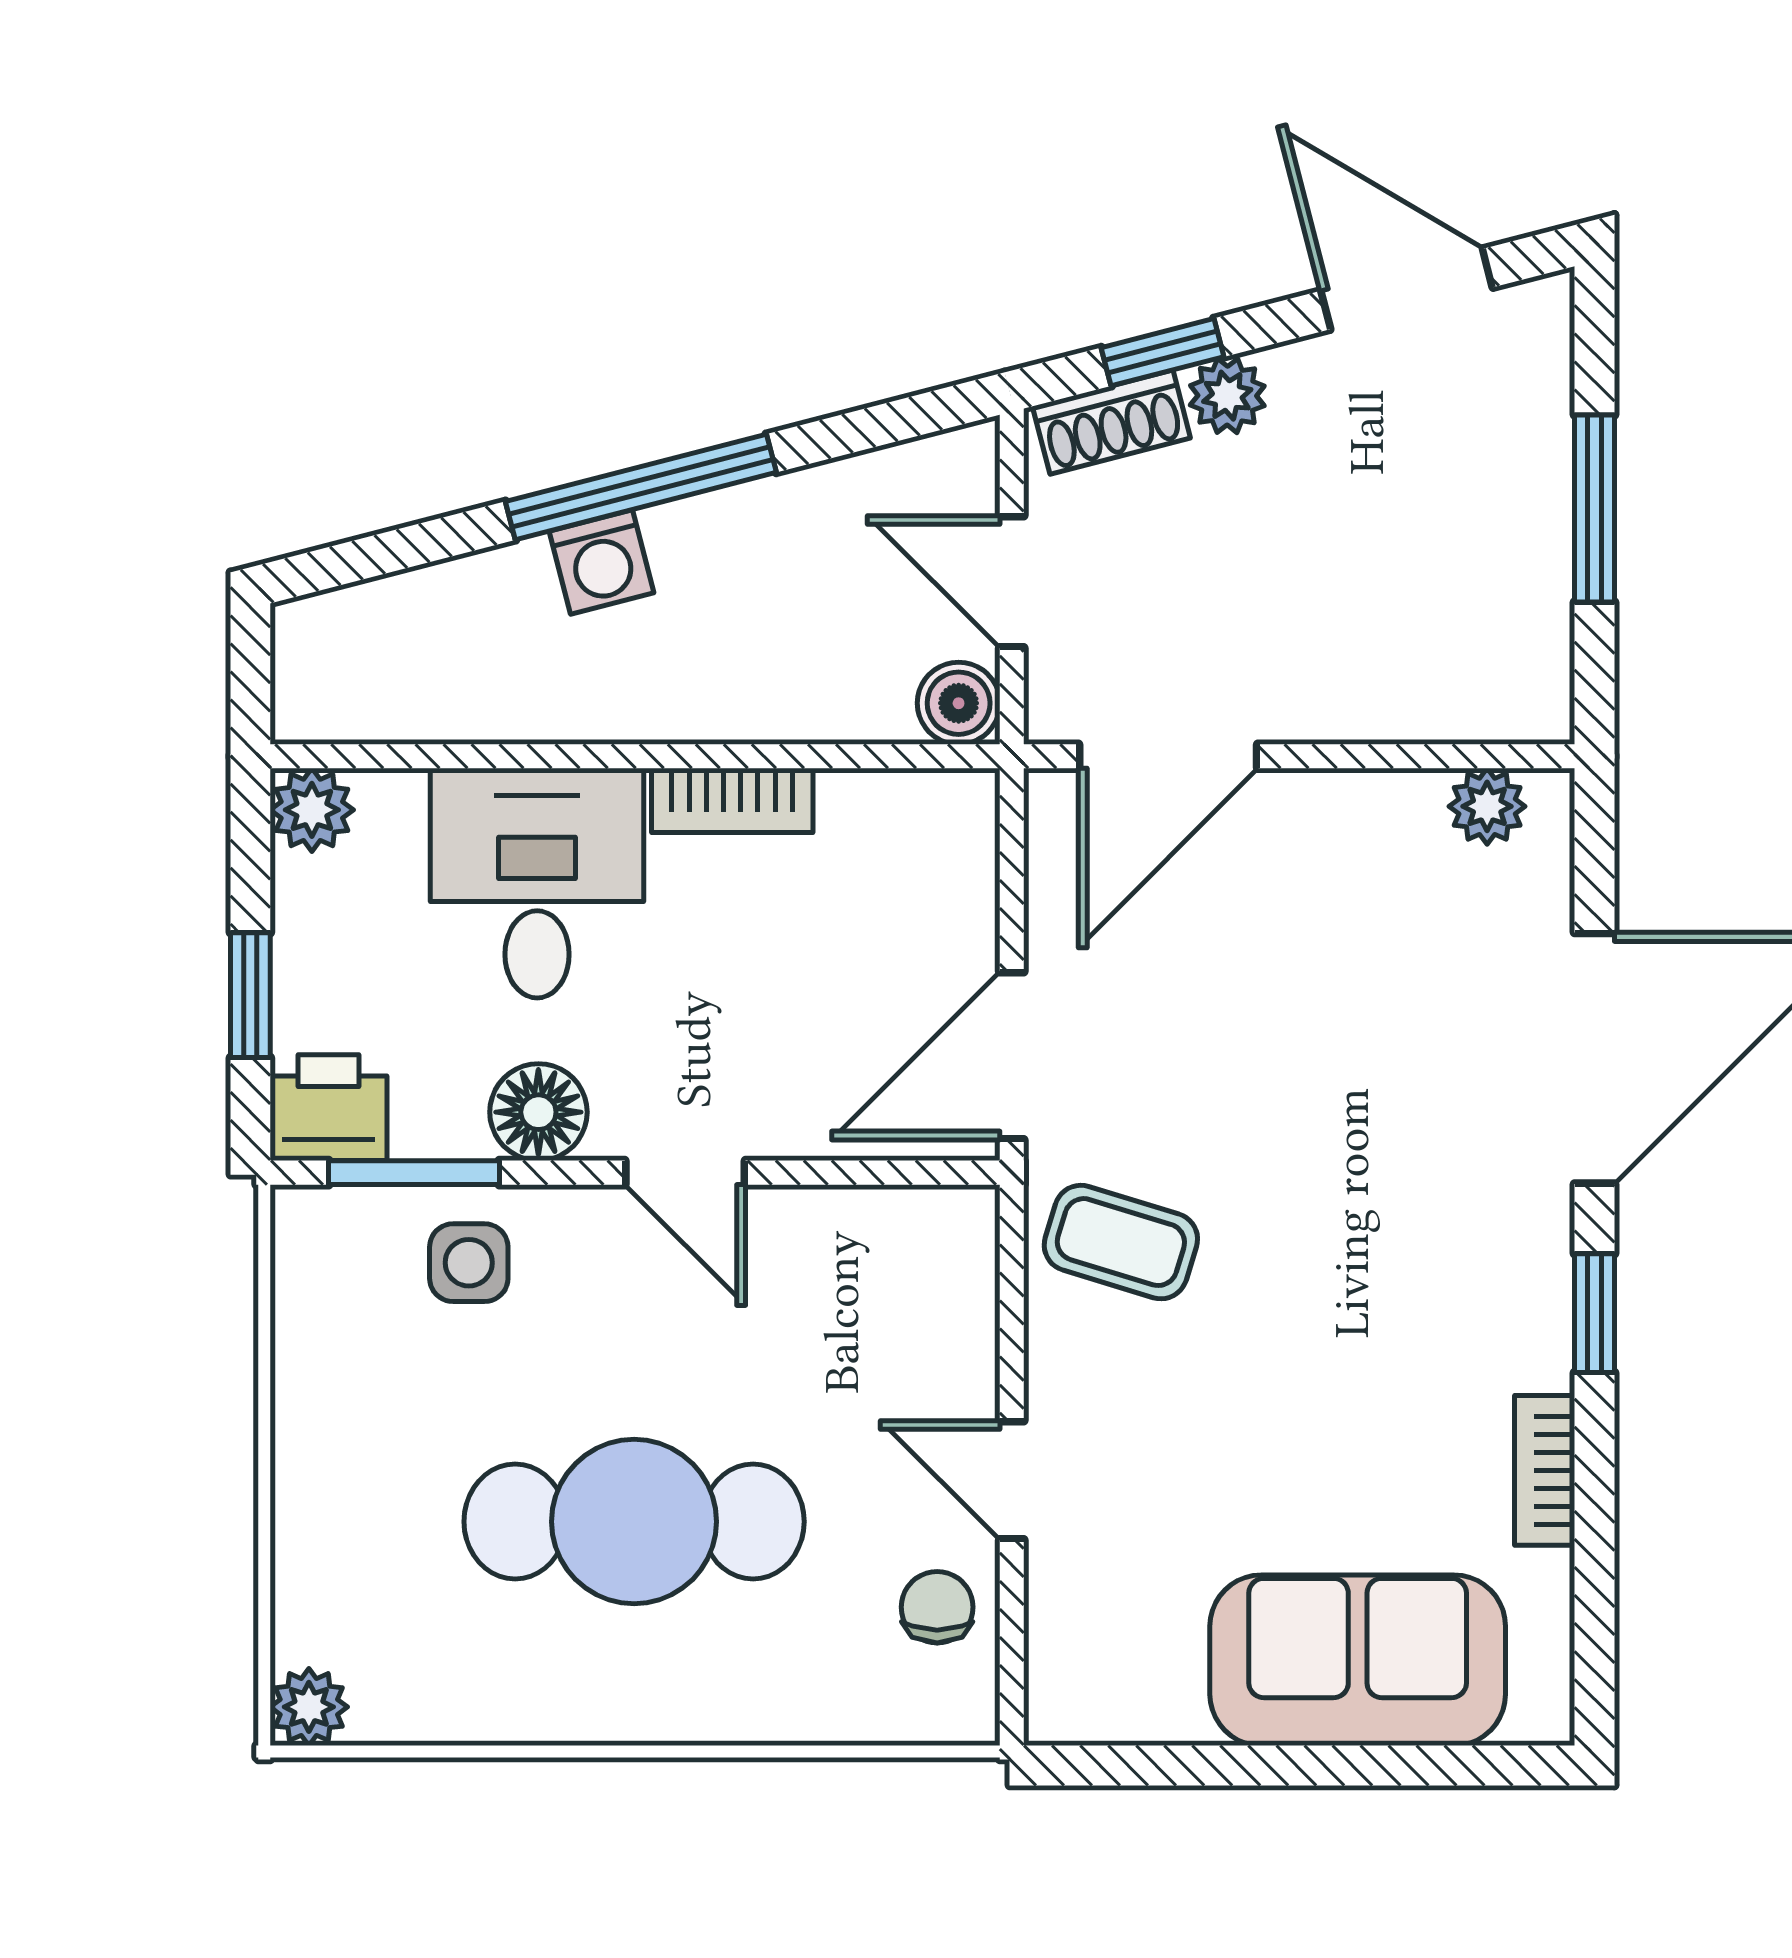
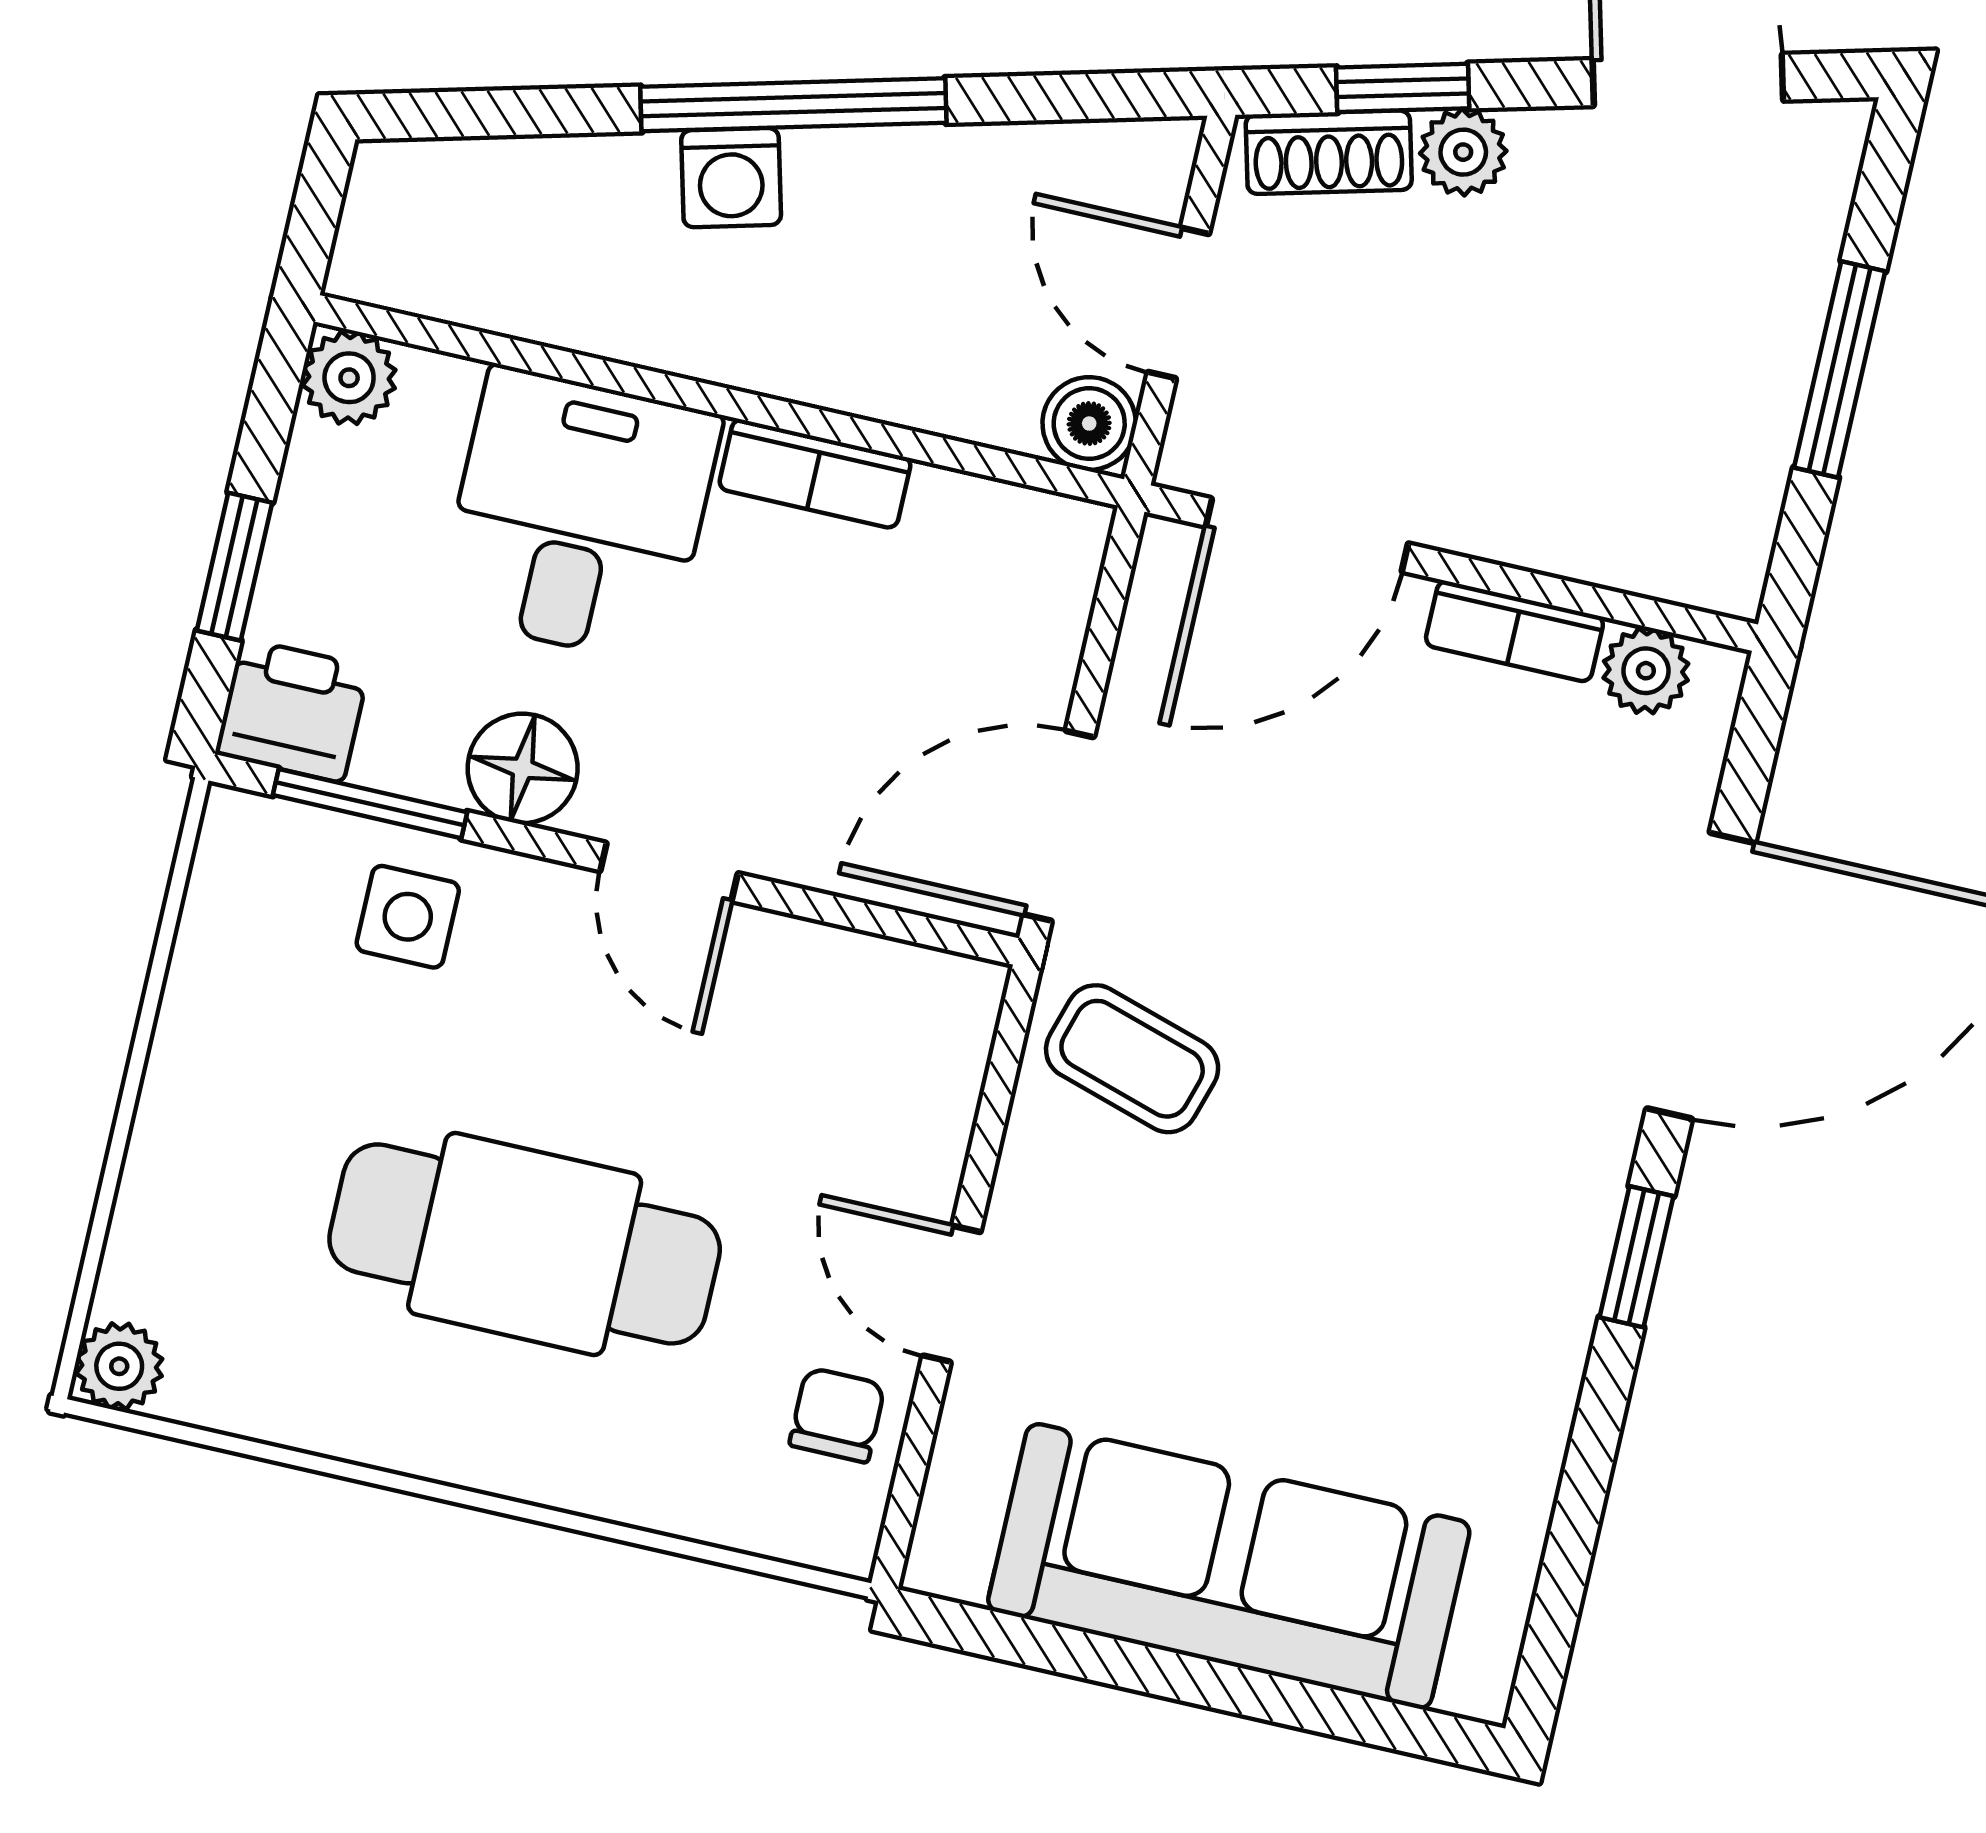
bookcase: (1545, 1470) -> (1514, 631), moved, turned -90
sofa: (1358, 1660) -> (1229, 1566), width x1.36

